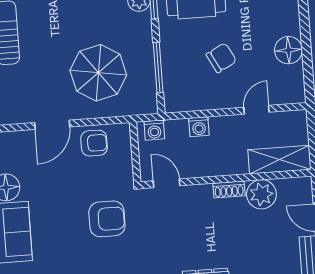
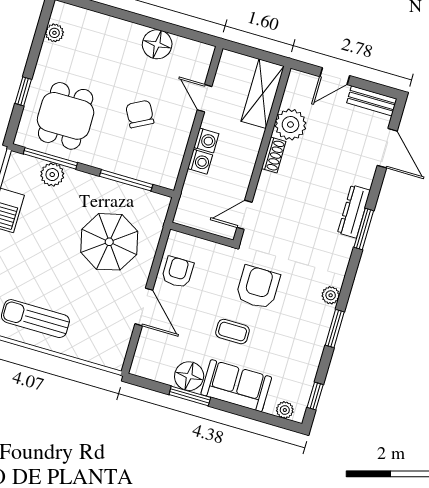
washing machine: (154, 130) -> (206, 141), moved
coffee table: (60, 211) -> (233, 332), added

